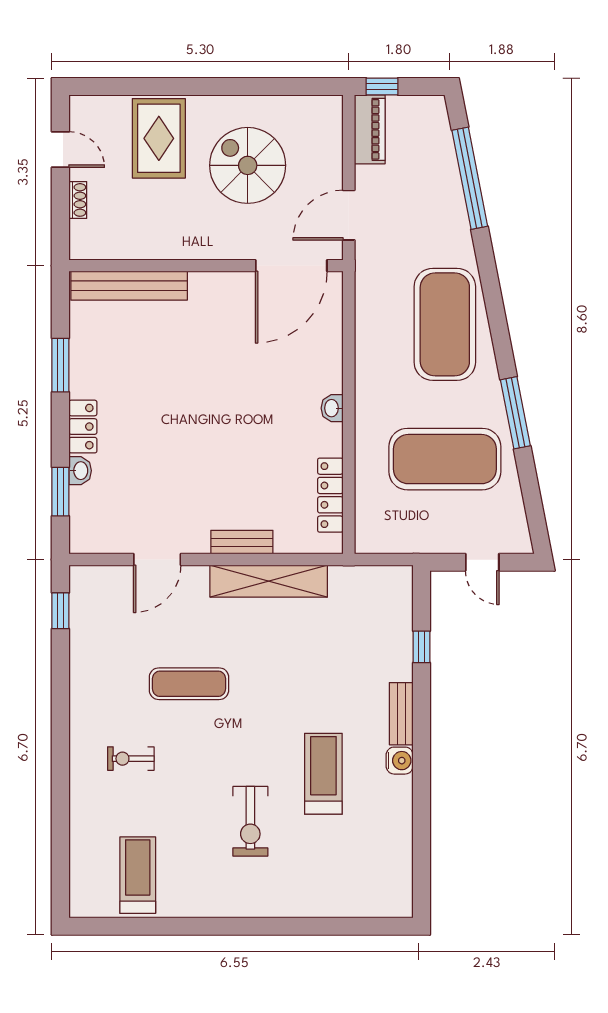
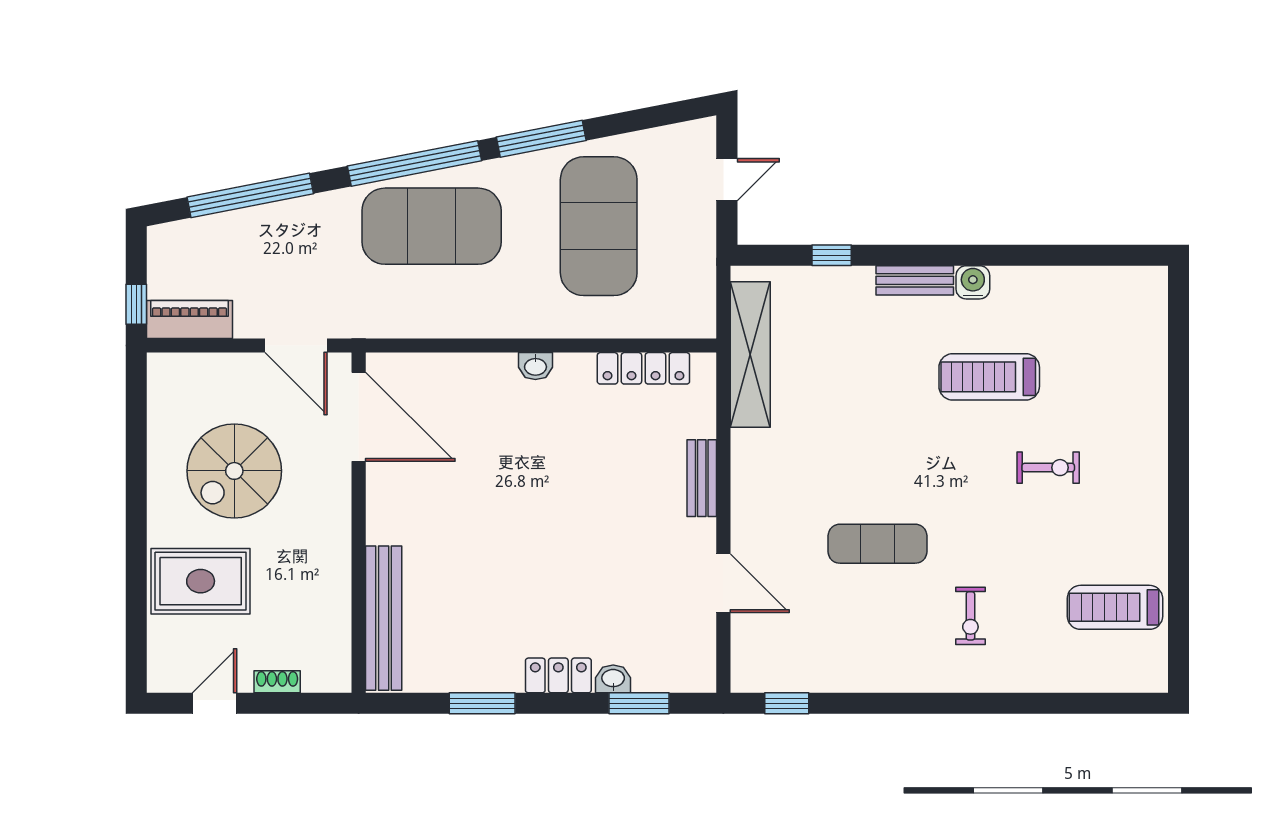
window: (495, 311) -> (415, 163), added
shelving: (269, 581) -> (750, 355), moved
exercise mat: (189, 684) -> (877, 544), turned 90
exercise bike: (250, 821) -> (1048, 468), width x0.73, depth x0.72

